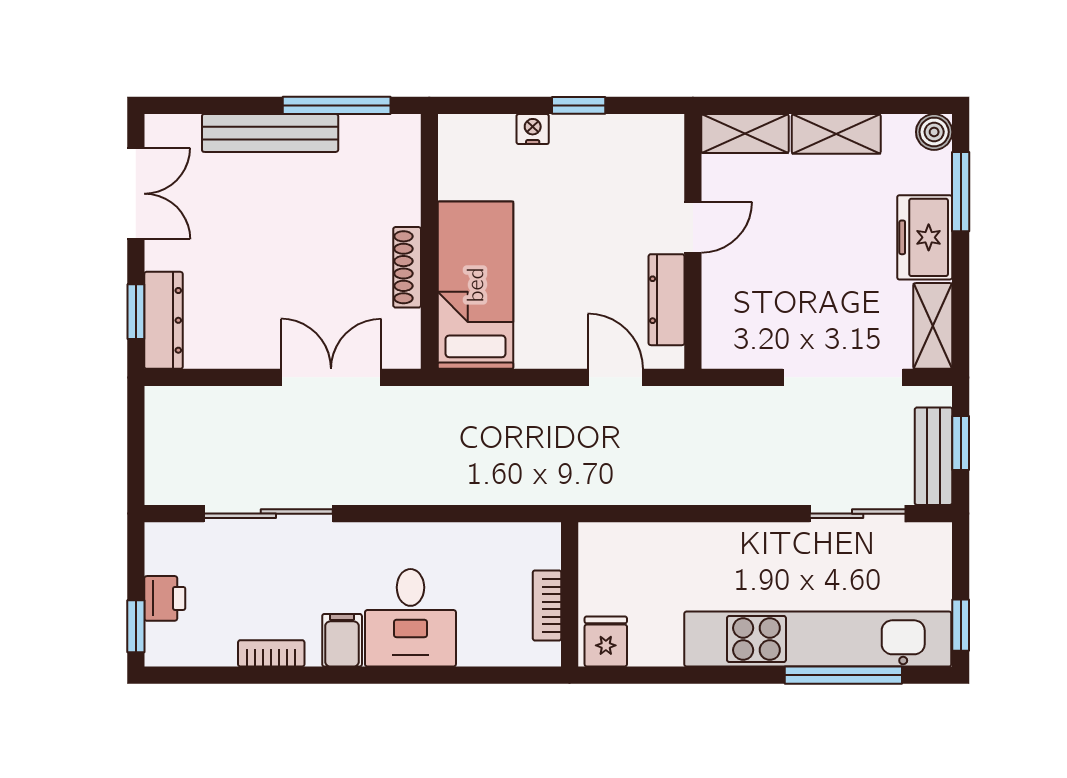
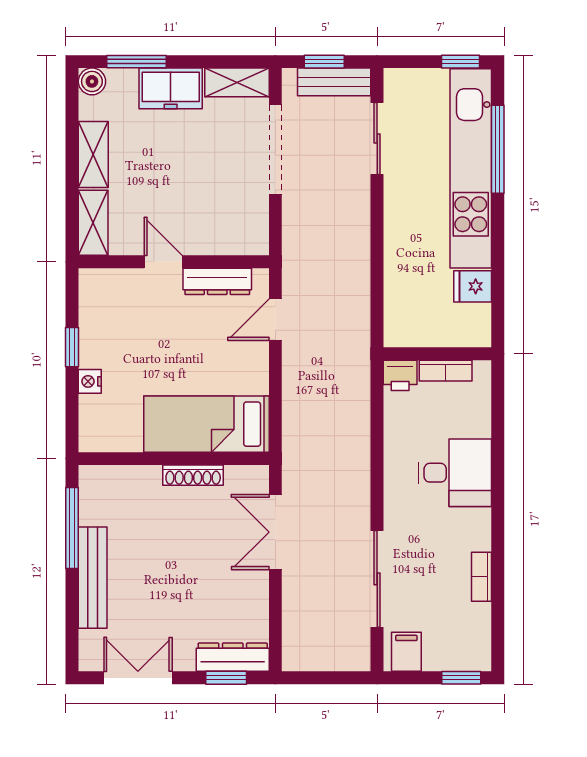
printer: (165, 598) -> (400, 375), moved, turned 180
filing cabinet: (342, 640) -> (406, 652), moved, turned 90
fridge: (606, 641) -> (473, 286), moved

